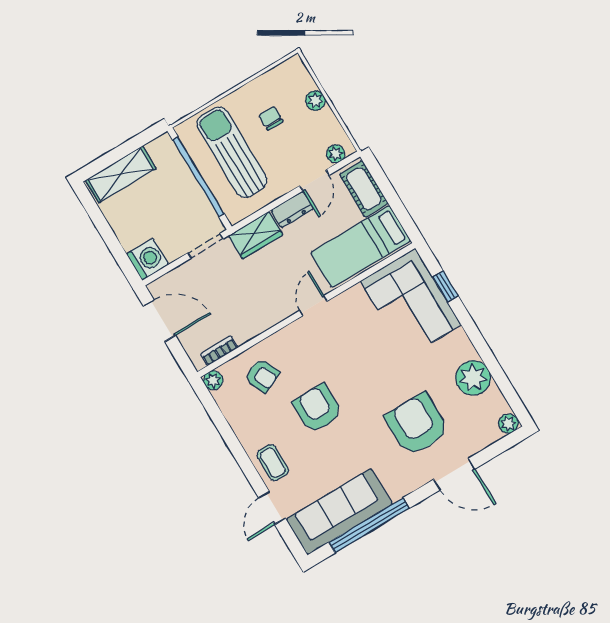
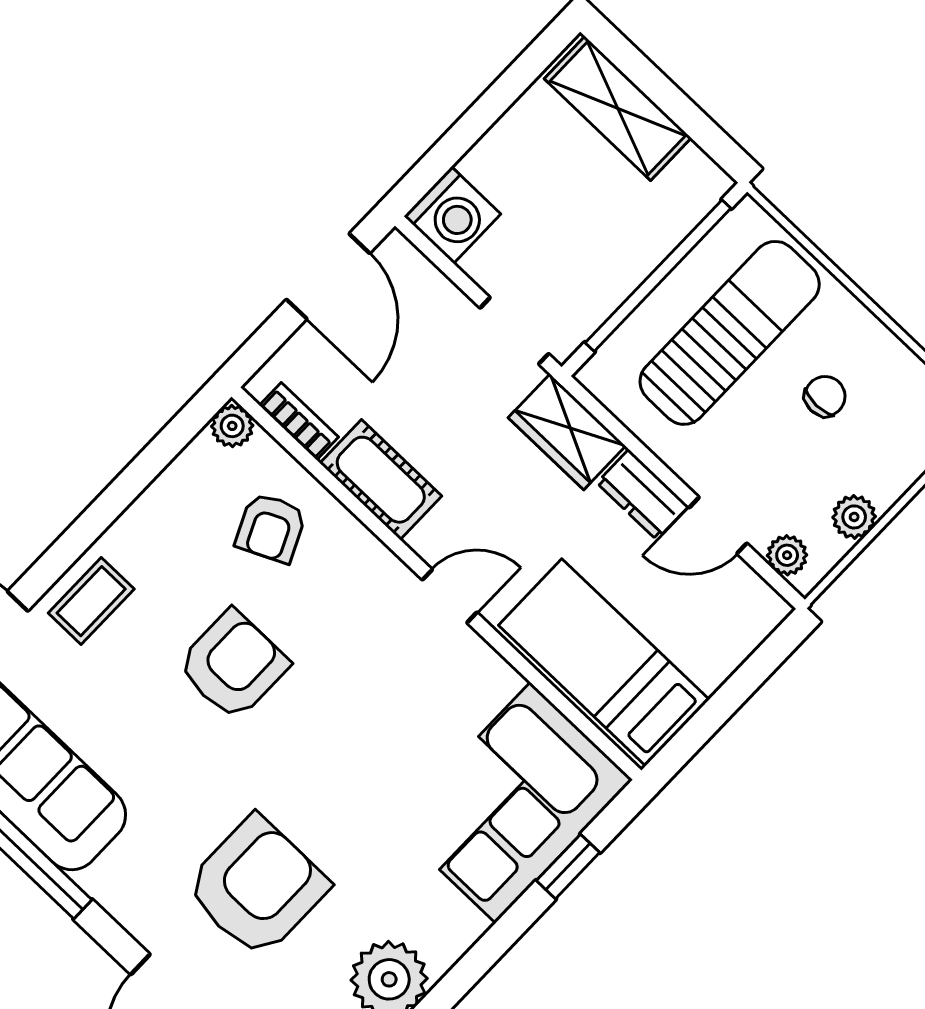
plant: (315, 101) -> (854, 517), moved
cot: (364, 189) -> (381, 480), moved, turned 90

